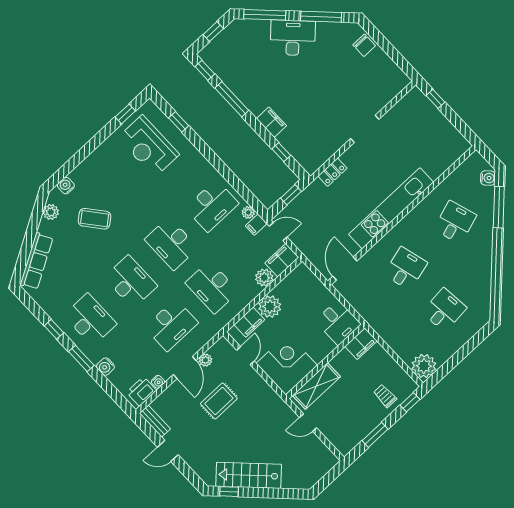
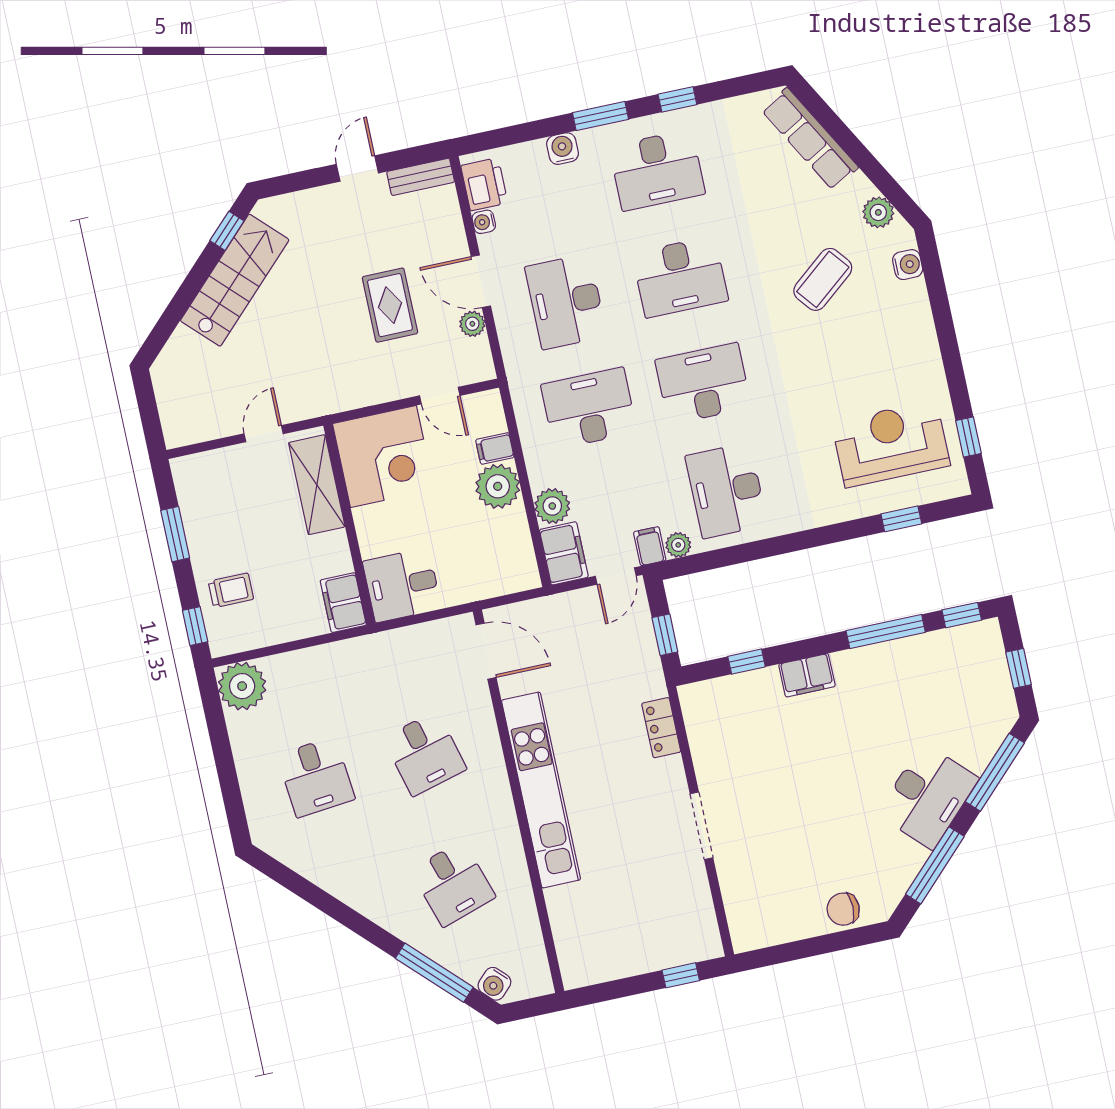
filing cabinet: (249, 322) -> (495, 448), width x0.50

